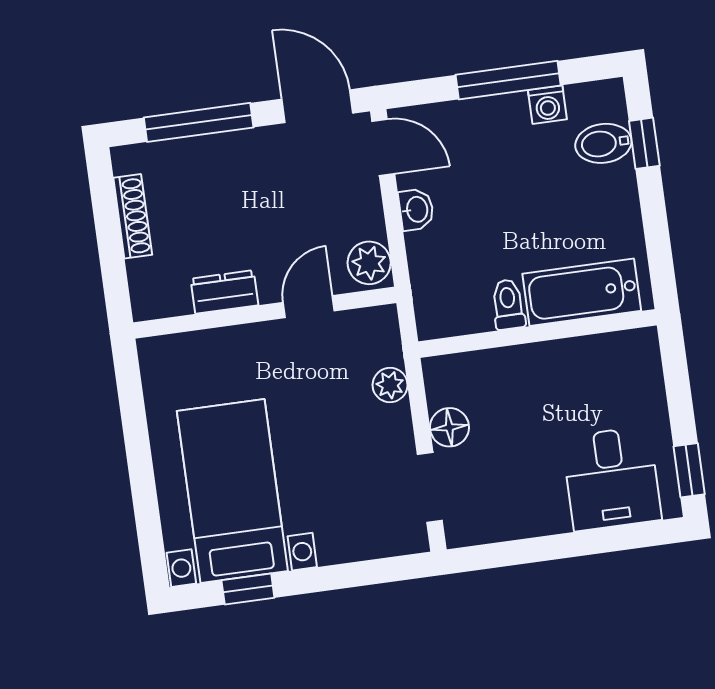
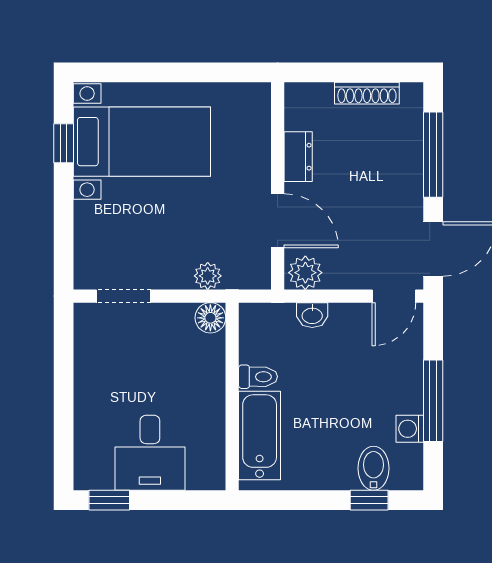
washbasin: (416, 209) -> (312, 315), moved
door: (309, 307) -> (278, 221), width x1.38
floor lamp: (449, 427) -> (210, 318), moved
desk: (612, 479) -> (150, 453), moved, turned -90

